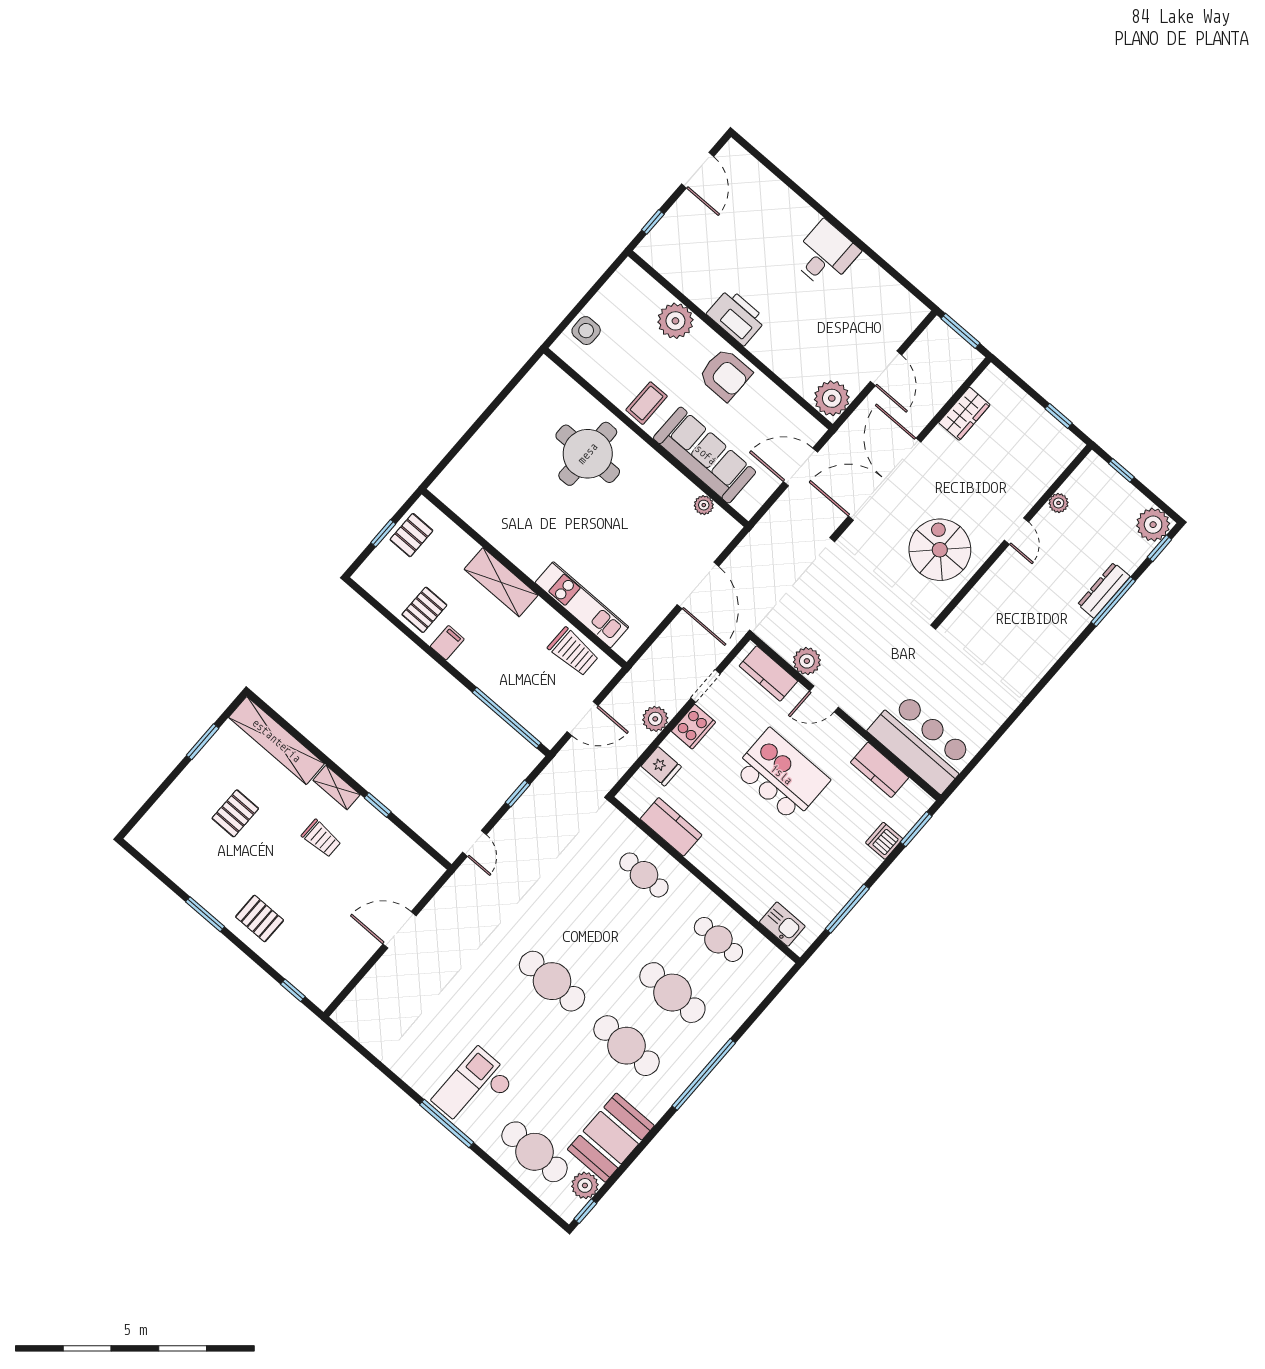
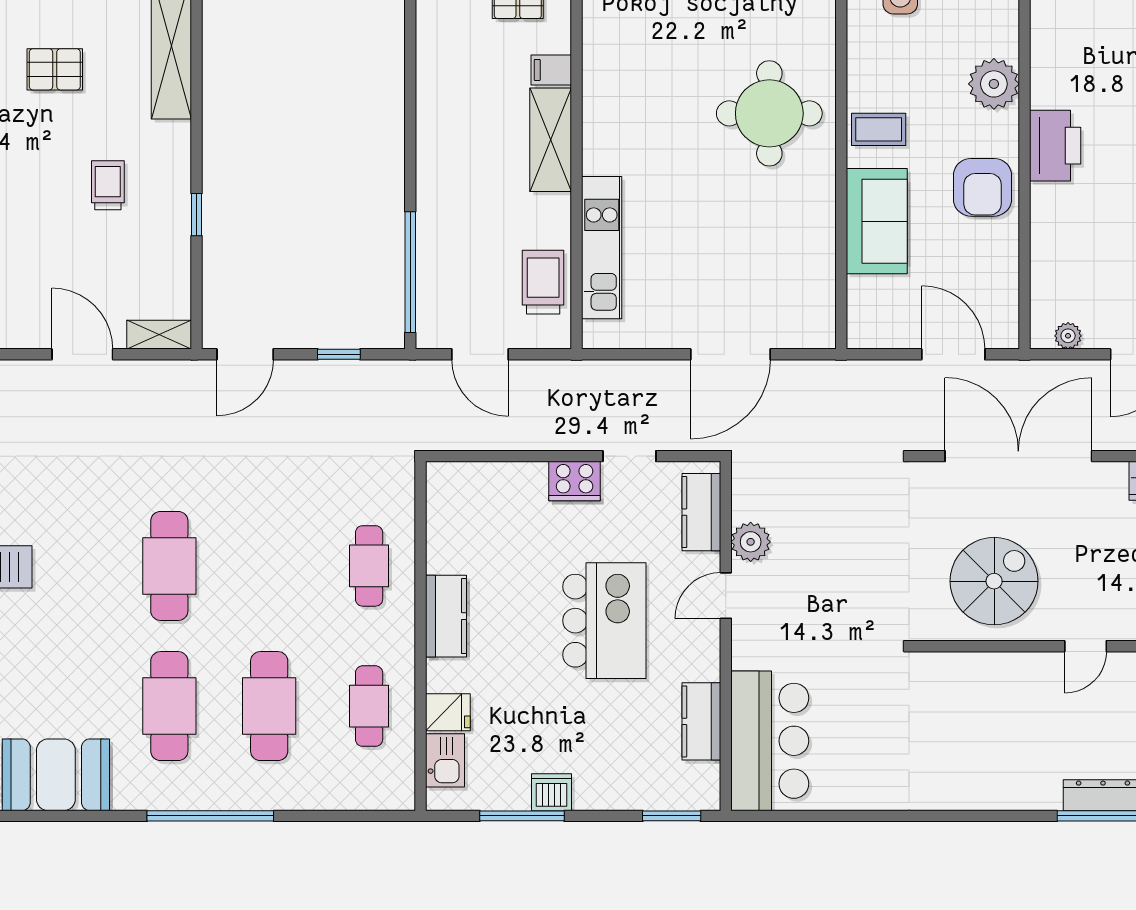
plant: (832, 398) -> (1068, 336), width x0.53, depth x0.53
sofa: (705, 455) -> (877, 221), width x0.73
plant: (704, 505) -> (822, 286), removed
pallet: (424, 610) -> (450, 83), removed
filing cabinet: (447, 643) -> (551, 70), moved, turned 180
trolley: (573, 652) -> (543, 282), turned 180
door: (824, 699) -> (726, 596), hinge flipped
plant: (655, 719) -> (547, 433), removed
fridge: (661, 766) -> (448, 712), moved, turned -90
shelving: (337, 787) -> (159, 335), moved, turned 90
kitchen counter: (671, 827) -> (446, 616), moved
trolley: (321, 838) -> (108, 185), turned 180
dishwasher: (884, 841) -> (552, 792), moved
door: (474, 843) -> (245, 354), width x1.37

